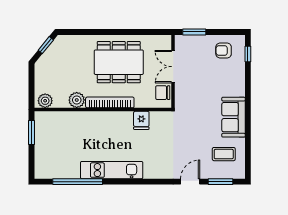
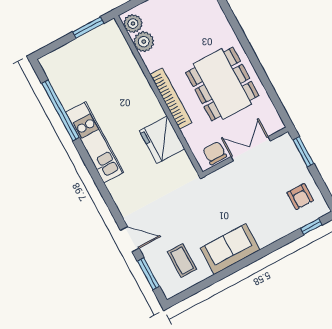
armchair: (224, 50) -> (300, 197), turned 180
plant: (77, 100) -> (144, 42), moved
fridge: (141, 120) -> (162, 140), width x1.88, depth x1.34

